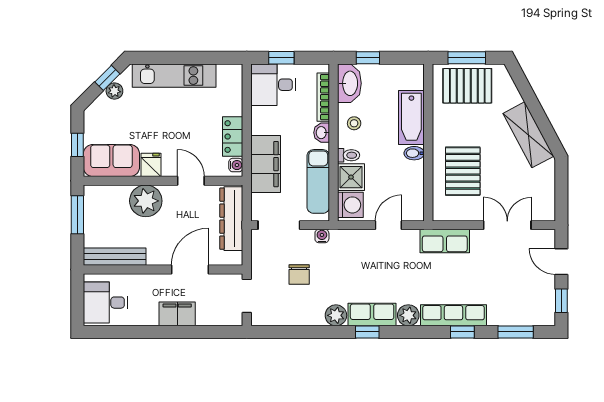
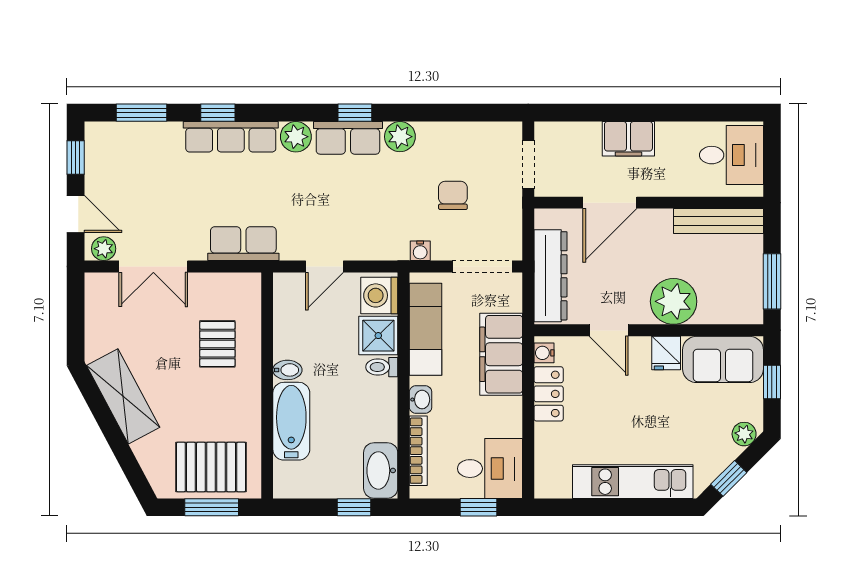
plant: (114, 91) -> (744, 434), moved
stool: (354, 123) -> (374, 413), removed
pallet: (463, 171) -> (217, 344), width x0.67, depth x0.71
plant: (542, 237) -> (104, 249), added

